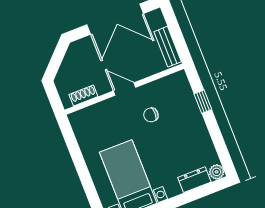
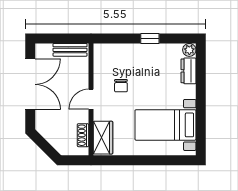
window: (203, 102) -> (150, 38), moved
wardrobe: (89, 117) -> (103, 138), added

